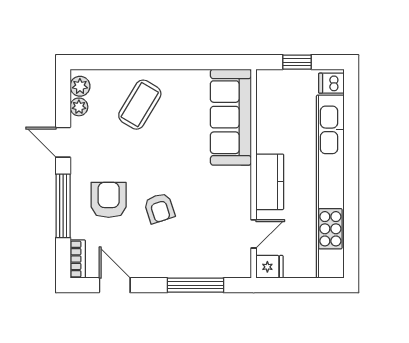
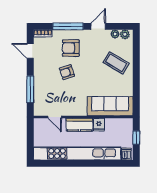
armchair: (109, 200) -> (71, 48), turned 180
fridge: (270, 267) -> (99, 125), moved
door: (115, 285) -> (30, 51), swing flipped

